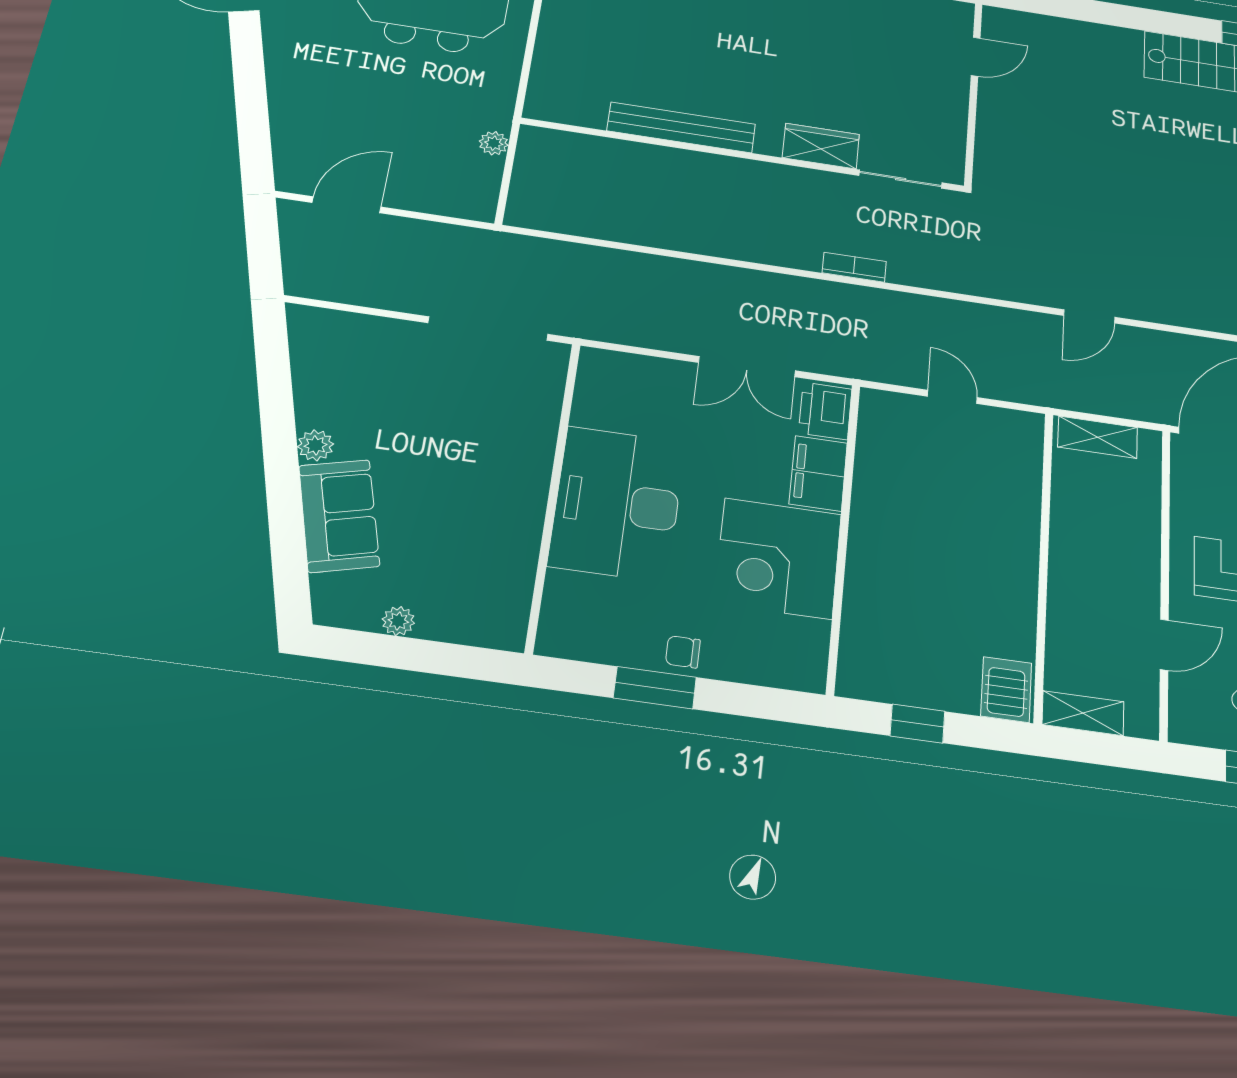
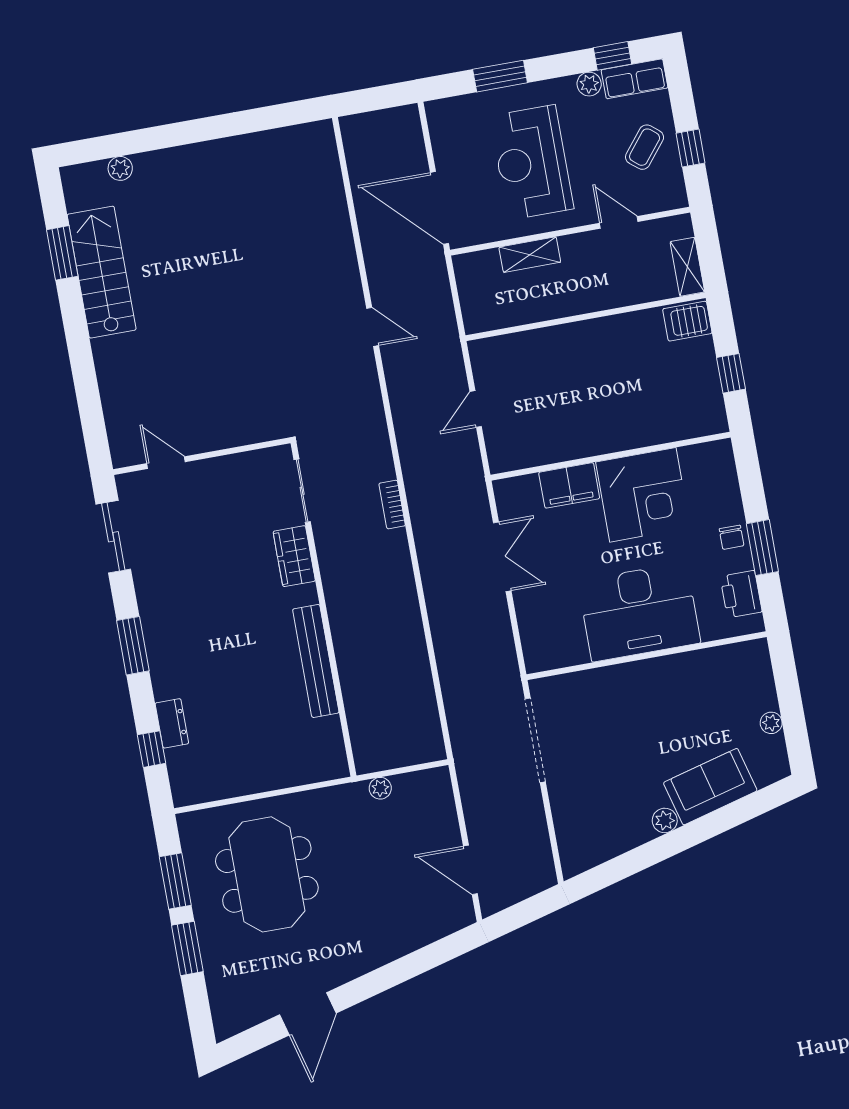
printer: (825, 411) -> (741, 594), moved, turned 90
shelving: (1098, 437) -> (530, 255), moved, turned 90

